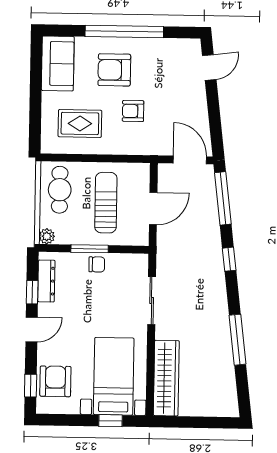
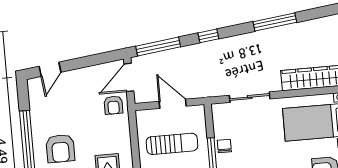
door: (209, 68) -> (50, 69), swing flipped
armchair: (133, 111) -> (113, 105), moved
sun lounger: (106, 203) -> (172, 144), turned 180

